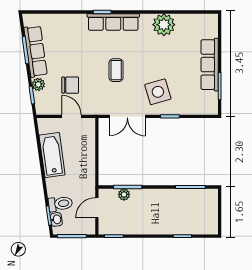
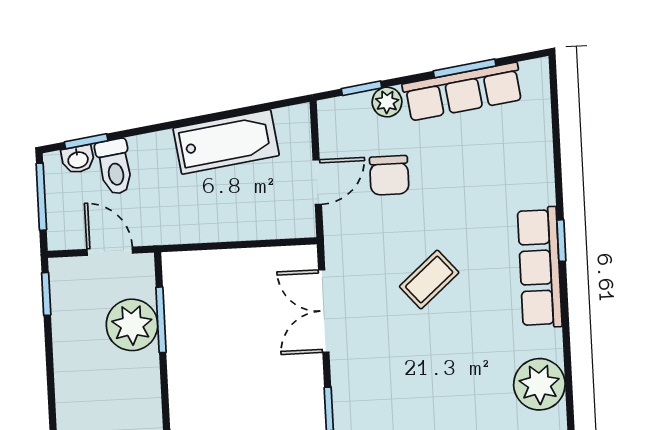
coffee table: (116, 70) -> (429, 279), turned -41
side table: (158, 92) -> (384, 378), removed
plant: (124, 194) -> (132, 325), width x1.88, depth x1.88

